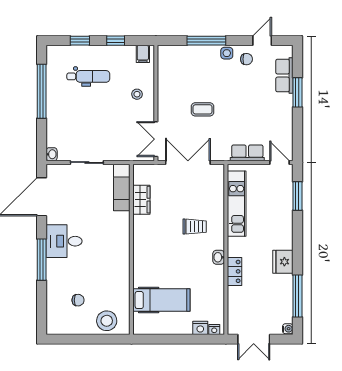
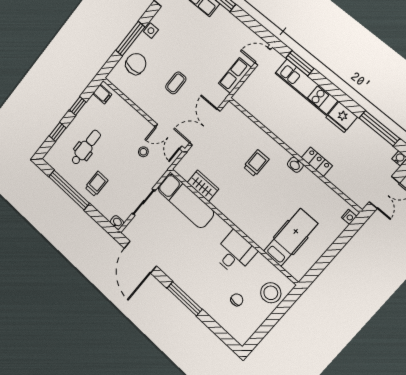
chair: (246, 59) -> (136, 64), moved, width x1.87, depth x1.87
stool: (137, 94) -> (143, 152), moved
trolley: (67, 111) -> (97, 184), added
exam couch: (122, 187) -> (186, 201), width x1.36, depth x1.45
kitchen unit: (237, 204) -> (306, 87), moved, turned 180
desk: (64, 241) -> (235, 253), moved, turned 180
nightstand: (200, 328) -> (338, 227), removed

